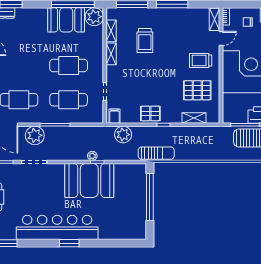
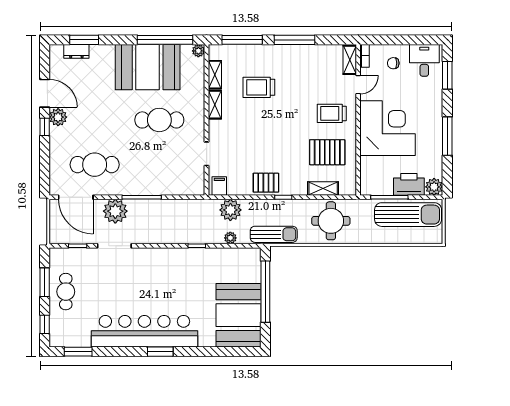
plant: (94, 17) -> (198, 51), width x0.53, depth x0.53
booth: (66, 20) -> (148, 67), width x1.36, depth x1.42
trolley: (145, 40) -> (259, 87), turned 90
cafe table: (69, 100) -> (159, 165), removed
round table: (200, 143) -> (331, 221), added
plant: (92, 156) -> (230, 238), moved
booth: (89, 180) -> (238, 315), moved, turned 90

